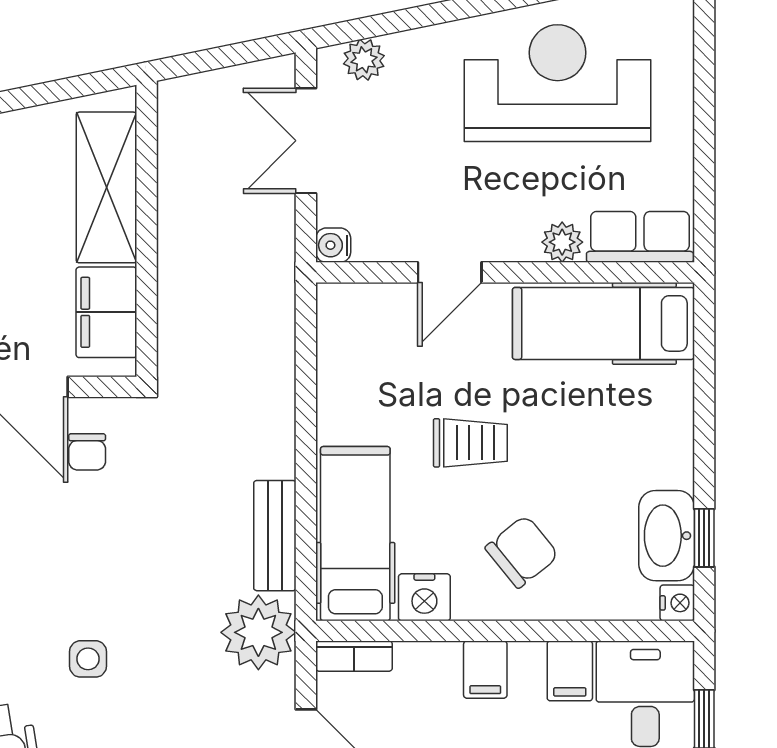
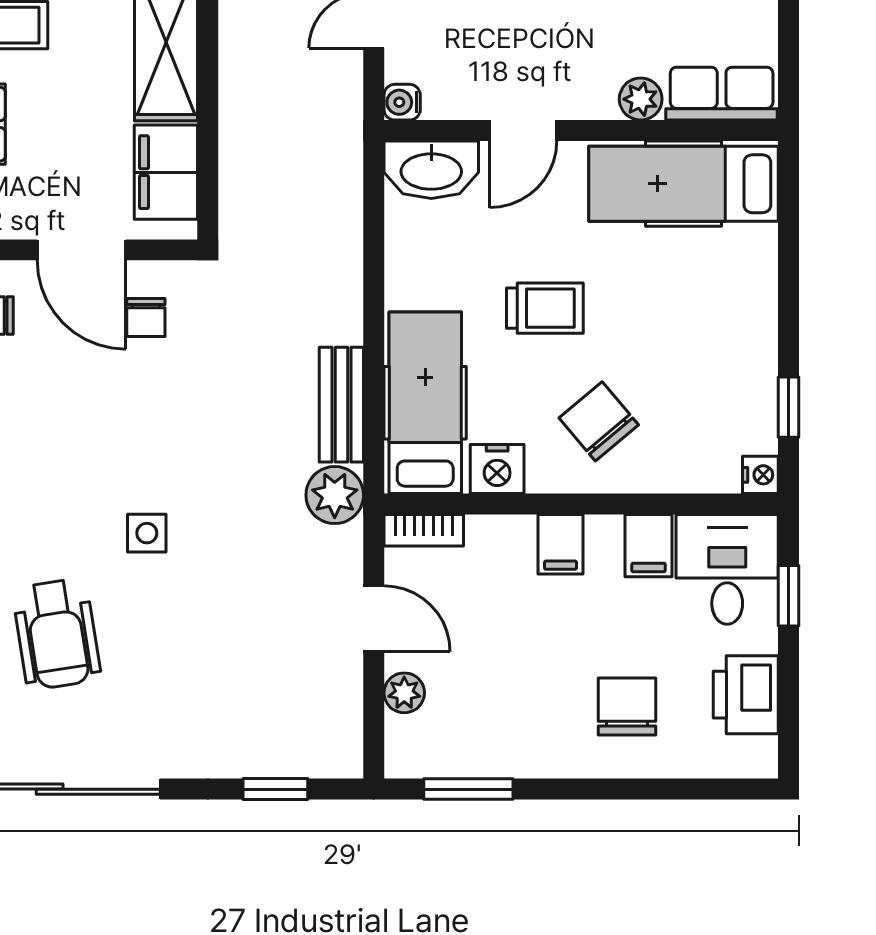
washbasin: (667, 536) -> (431, 170), moved, turned -90
chair: (522, 552) -> (599, 421), turned -91
plant: (258, 632) -> (335, 495), width x0.73, depth x0.73

